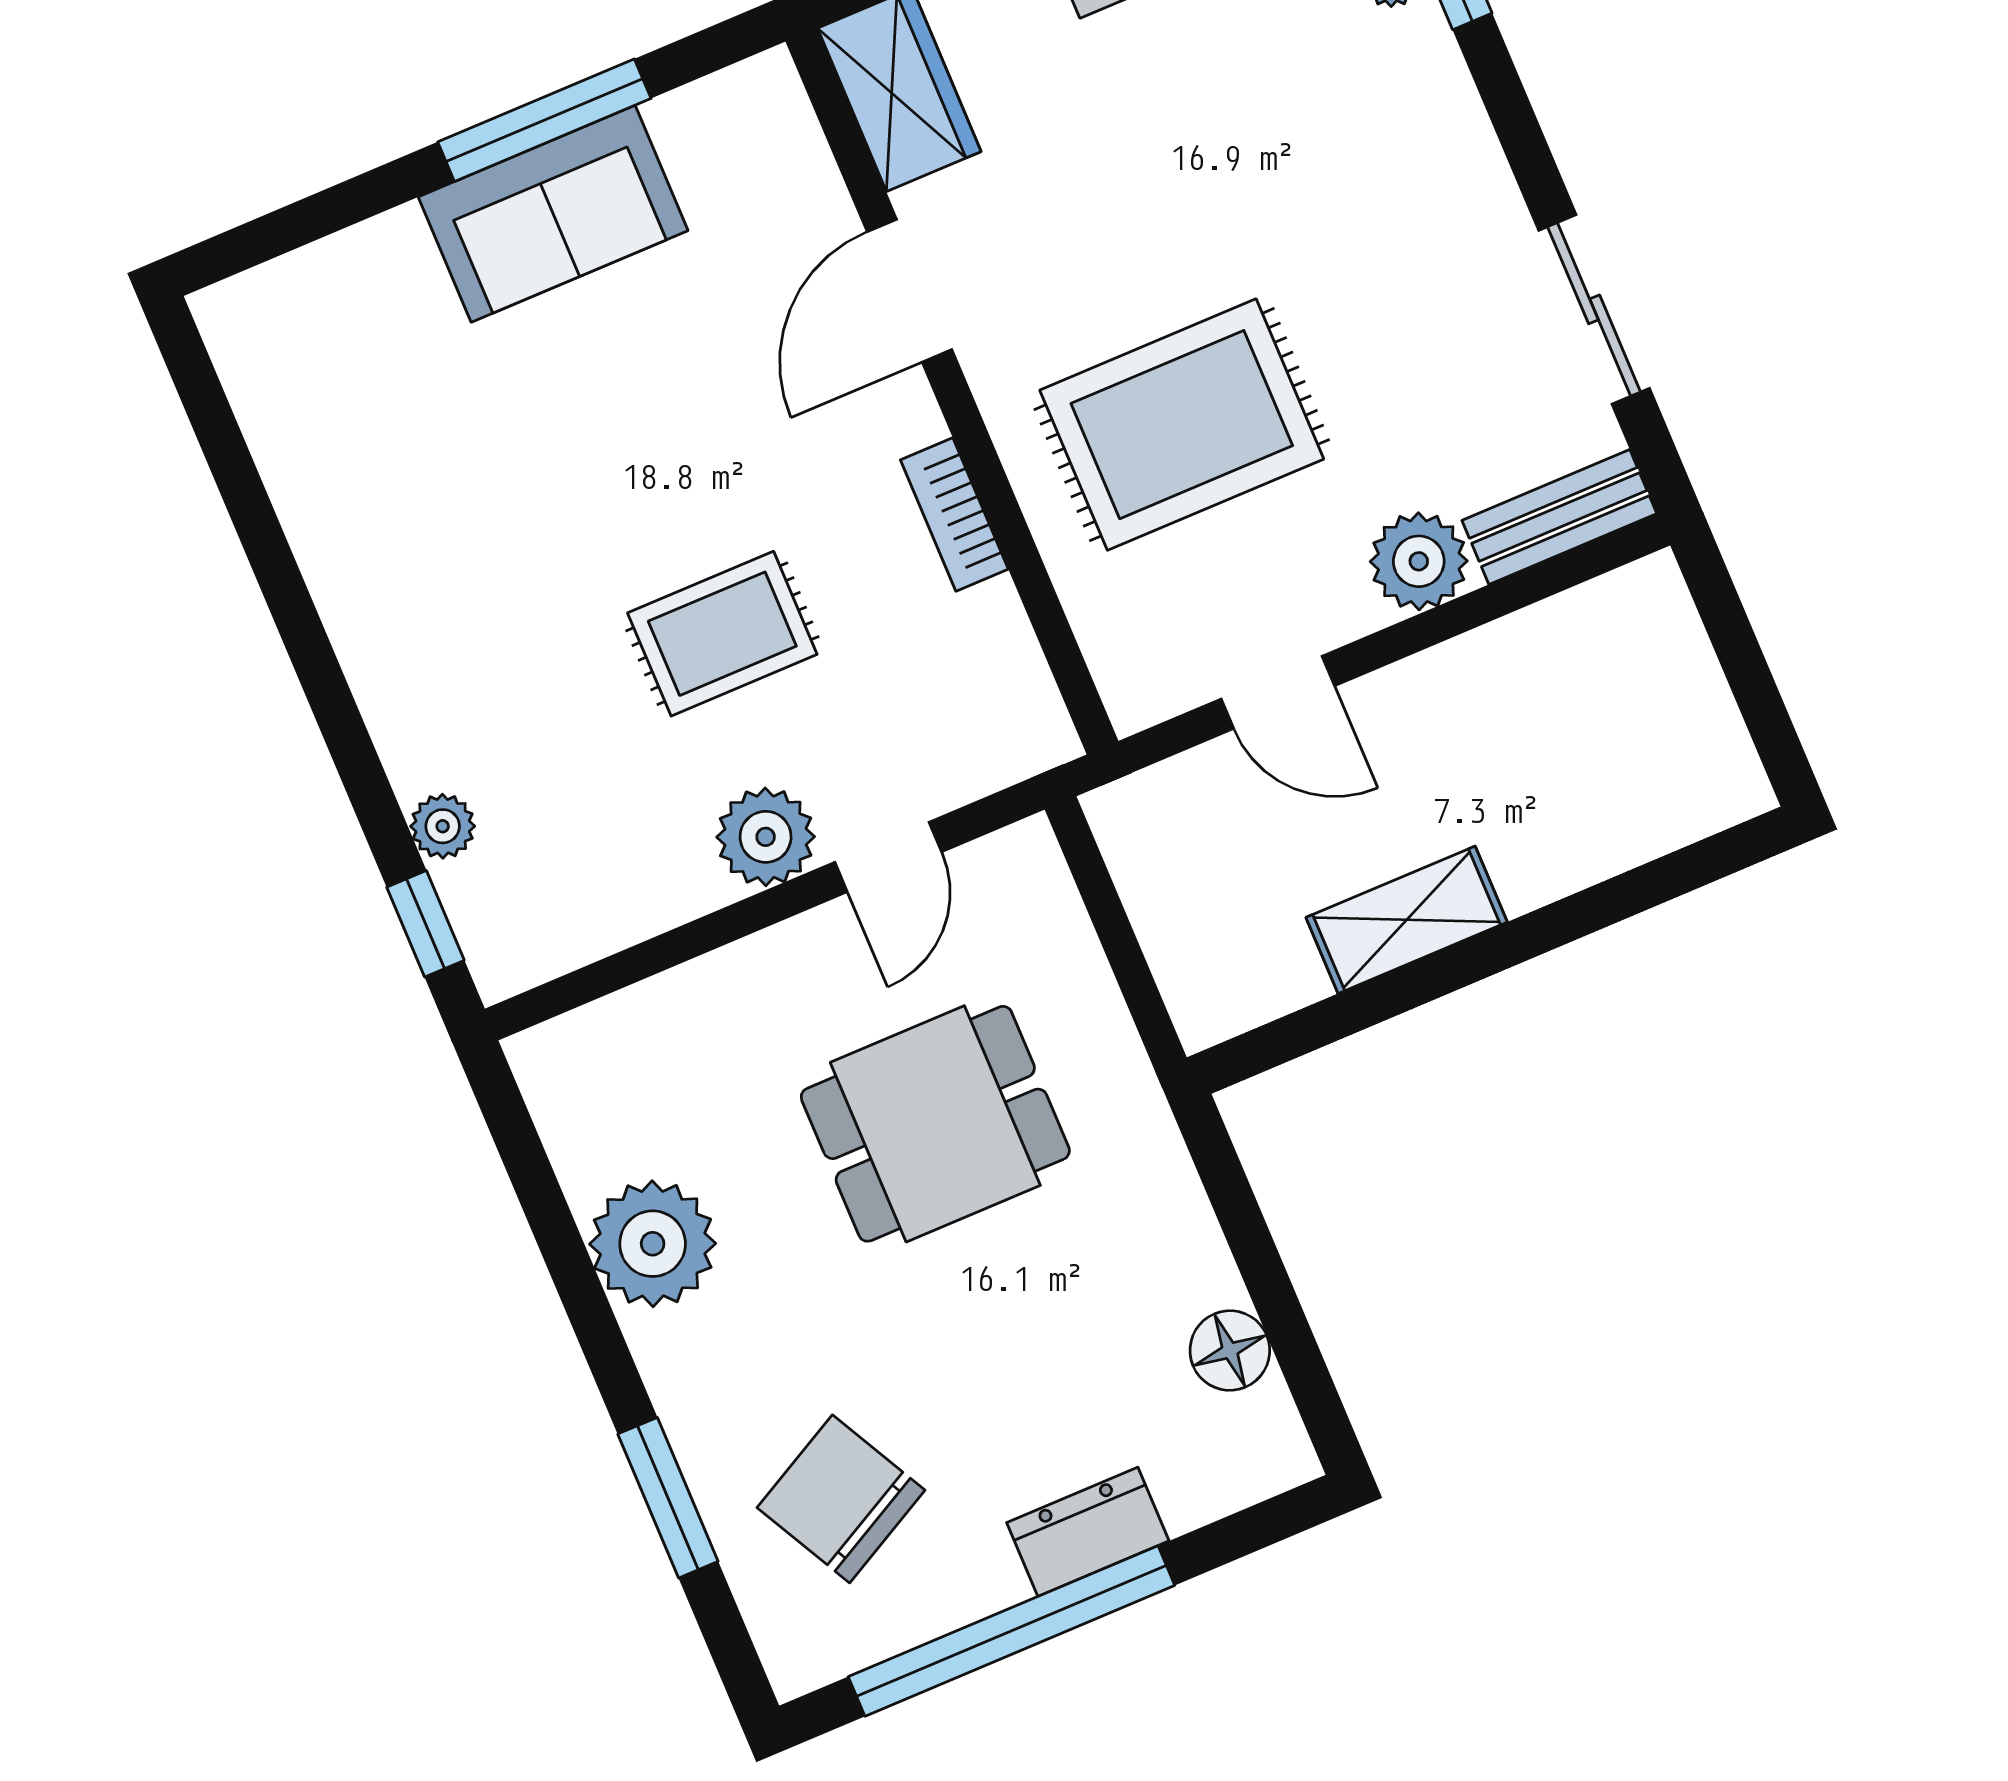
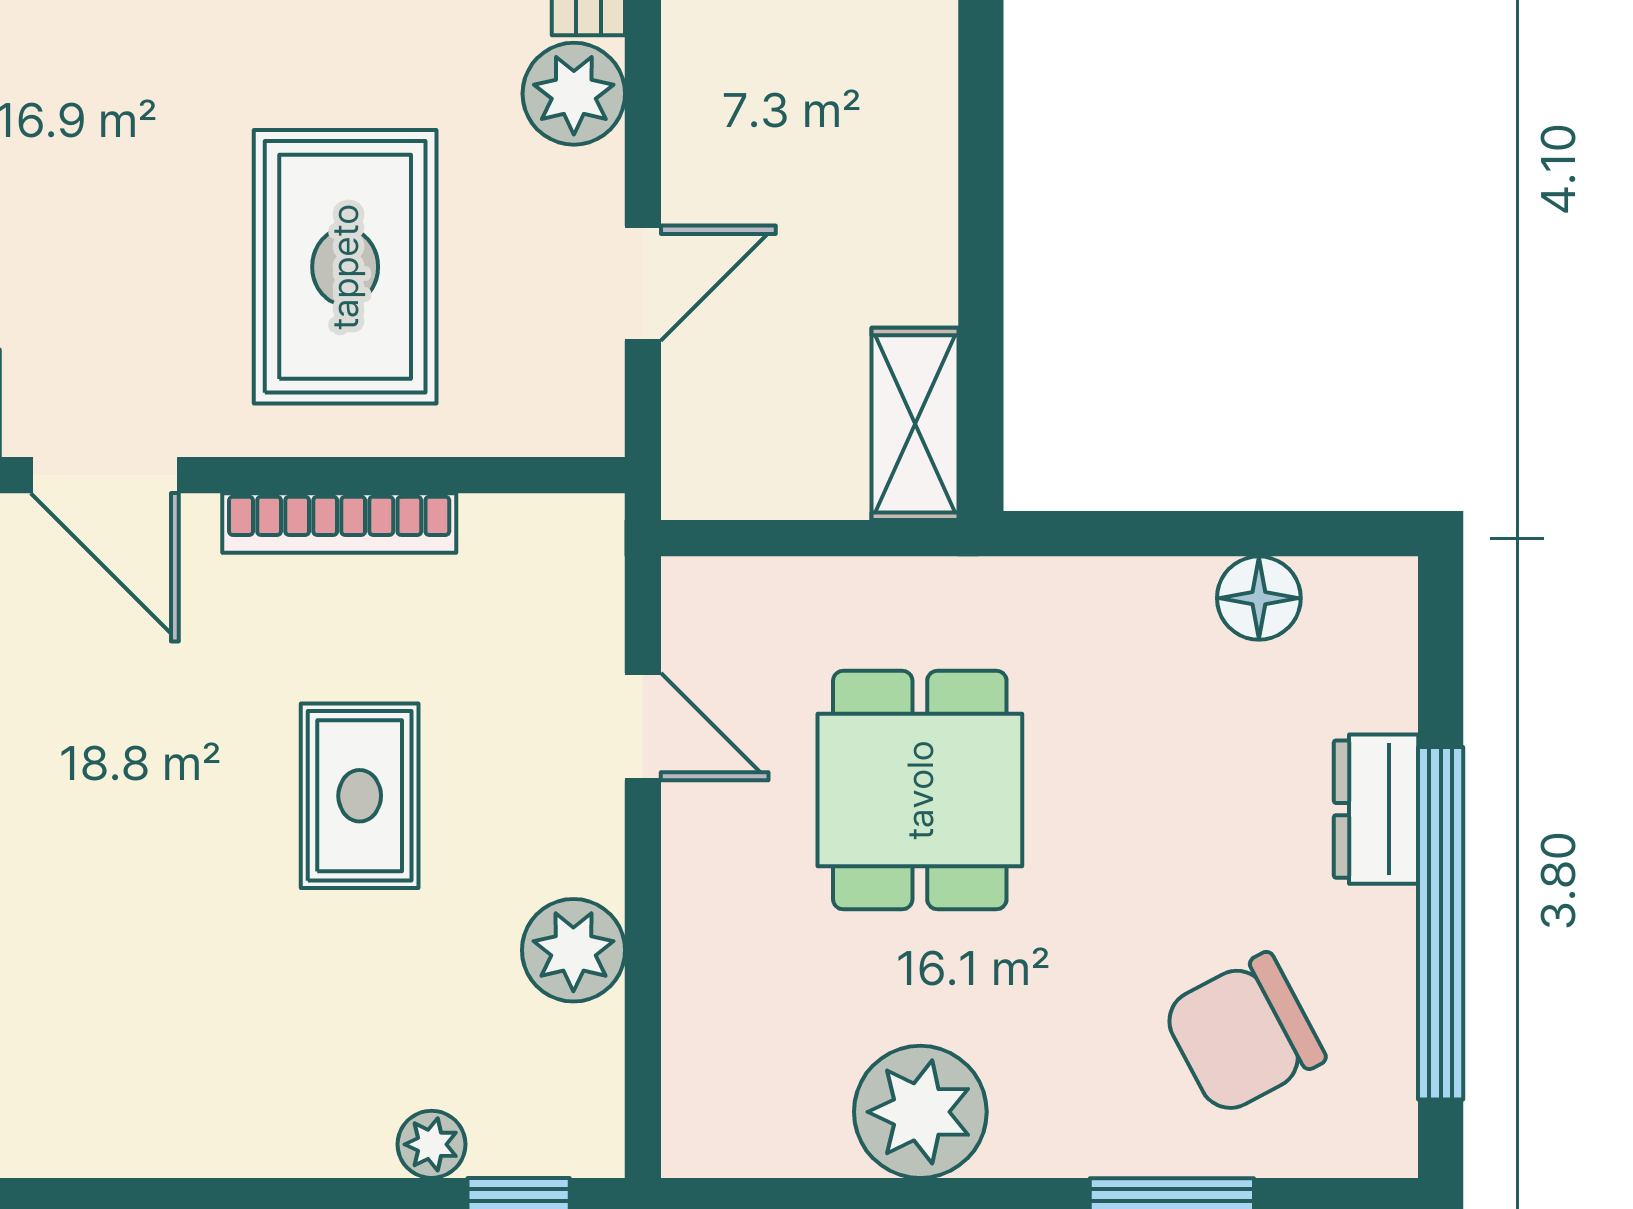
bookcase: (954, 514) -> (339, 523), width x1.56
plant: (766, 837) -> (573, 950), moved
shelving: (1407, 920) -> (915, 424), moved

